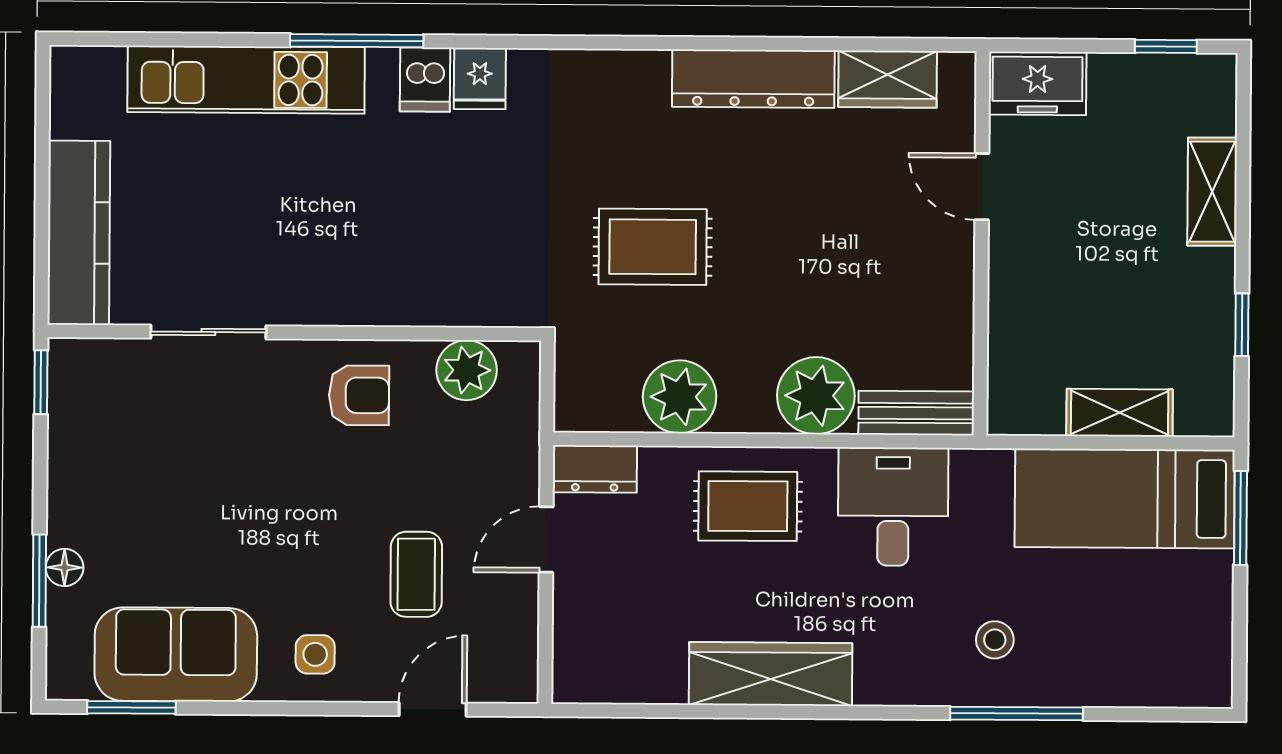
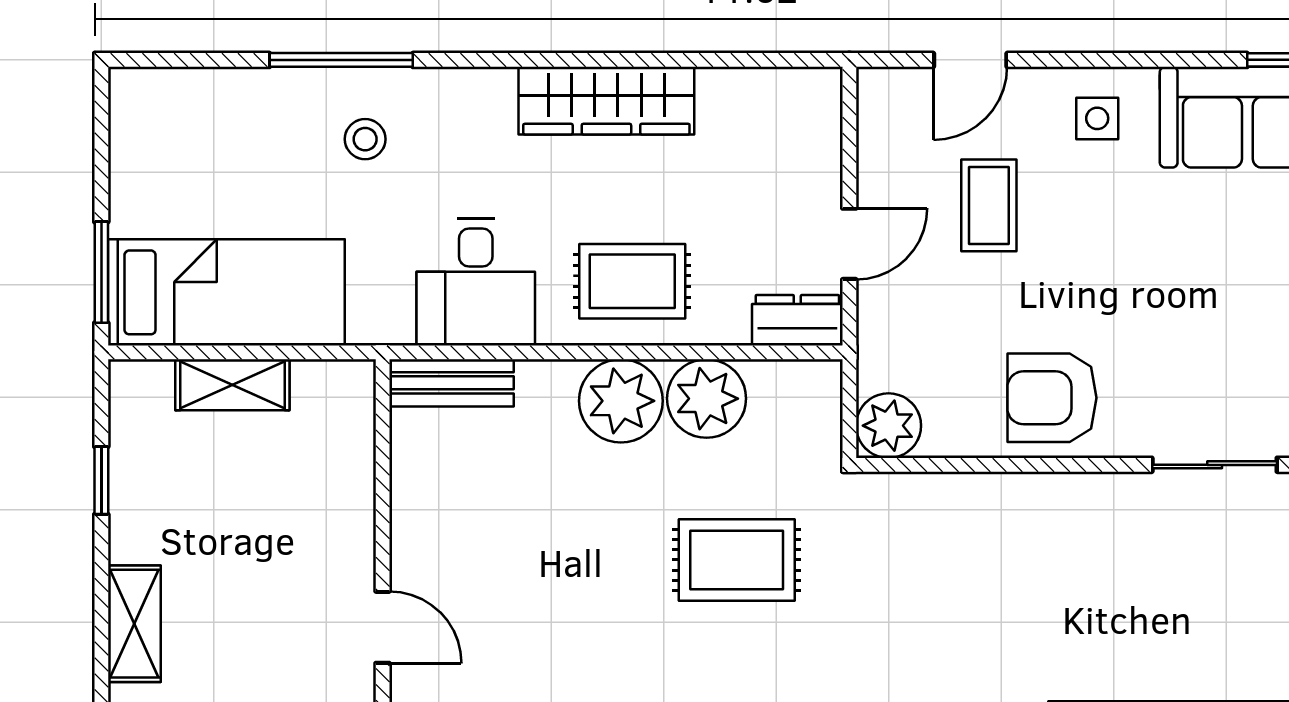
plant: (467, 370) -> (889, 426), moved
armchair: (359, 395) -> (1052, 398), width x1.38, depth x1.38
plant: (816, 396) -> (621, 401), moved

